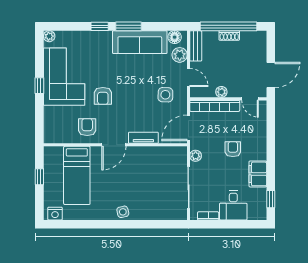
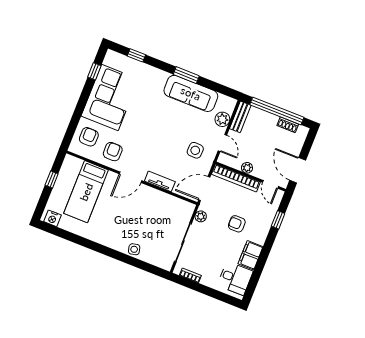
window: (100, 26) -> (136, 55), moved
plant: (49, 36) -> (111, 56), removed
shoe rack: (229, 36) -> (288, 125), moved
floor lamp: (175, 37) -> (224, 101), removed
door: (271, 75) -> (298, 170), swing flipped
window: (39, 86) -> (94, 71), moved
armchair: (103, 96) -> (89, 137), moved, turned 180
armchair: (233, 149) -> (237, 224), turned -90
window: (271, 199) -> (278, 220), moved
desk: (233, 205) -> (235, 278), moved, turned -90
side table: (123, 212) -> (134, 249), moved

